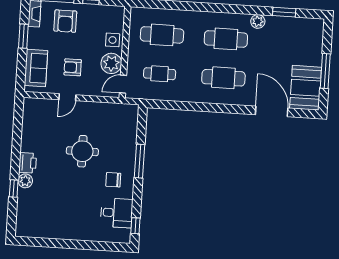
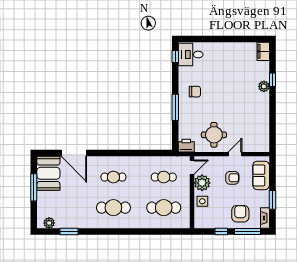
plant: (258, 21) -> (49, 223), moved
cafe table: (223, 78) -> (113, 177), width x0.73, depth x0.74
round table: (82, 151) -> (214, 135), moved
printer: (28, 163) -> (186, 146), moved, turned 90
desk: (117, 213) -> (191, 55), moved
filing cabinet: (23, 225) -> (263, 51), added

